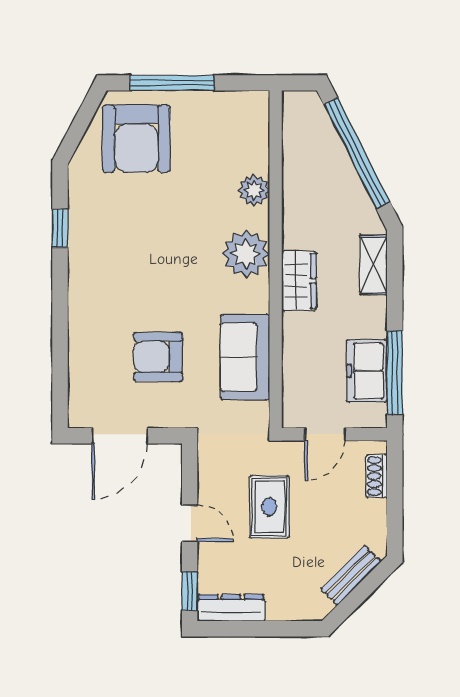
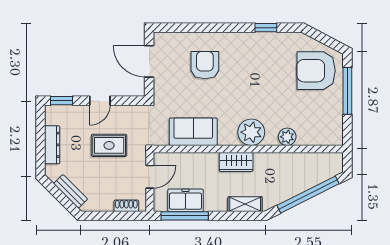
armchair: (158, 357) -> (205, 65), moved
door: (325, 434) -> (150, 177), swing flipped
dresser: (231, 608) -> (52, 145), moved

